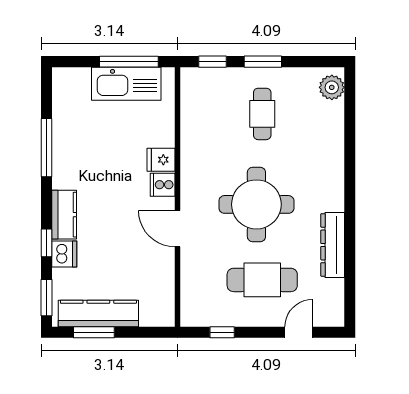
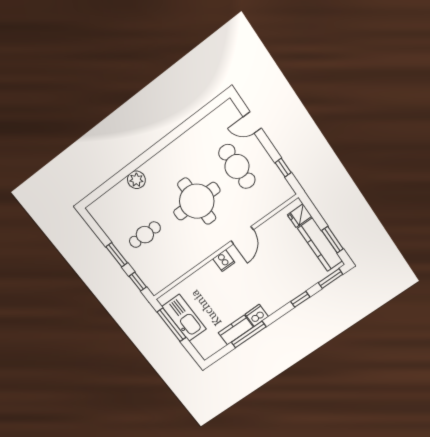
plant: (332, 87) -> (136, 180), moved
fridge: (161, 160) -> (300, 216), moved, turned 90
kitchen counter: (64, 215) -> (236, 330), moved
dresser: (333, 245) -> (188, 140), removed
dishwasher: (64, 254) -> (257, 315), moved

